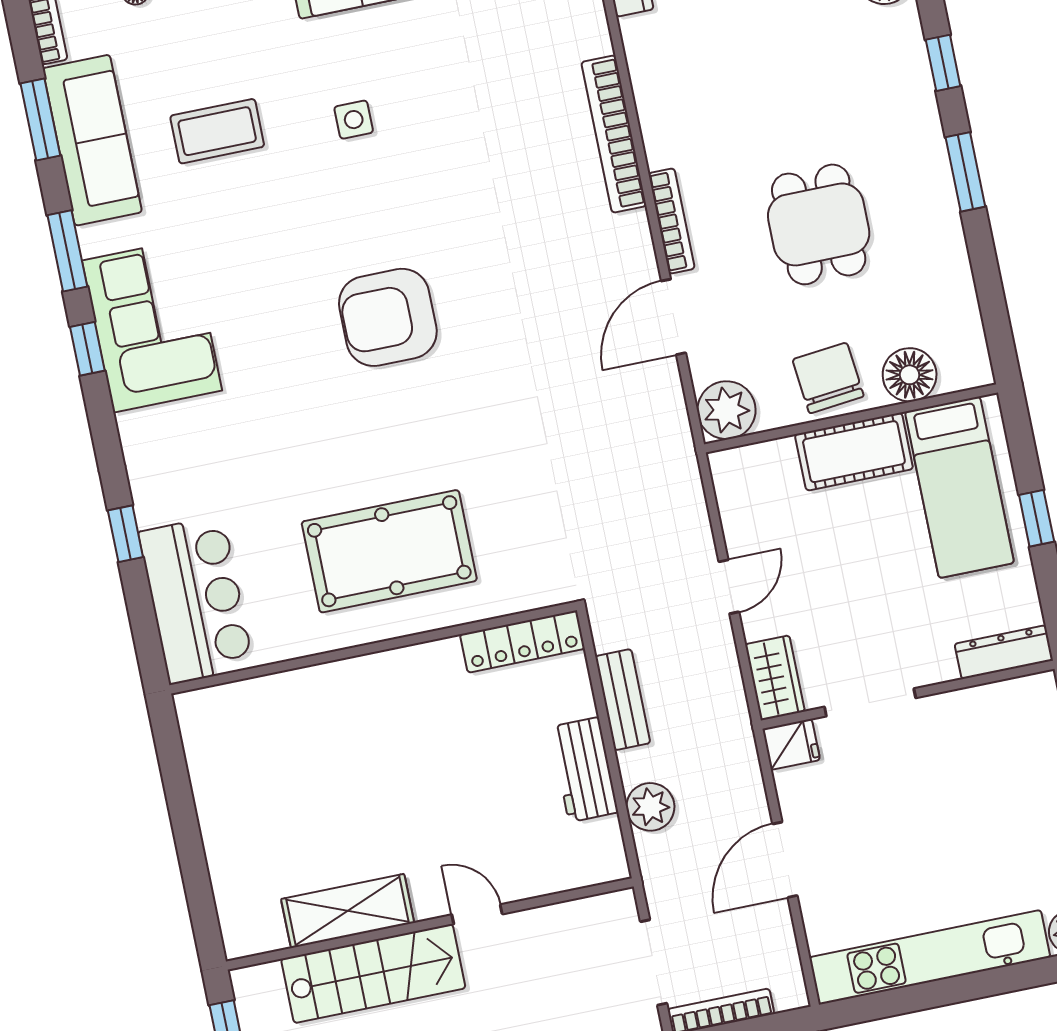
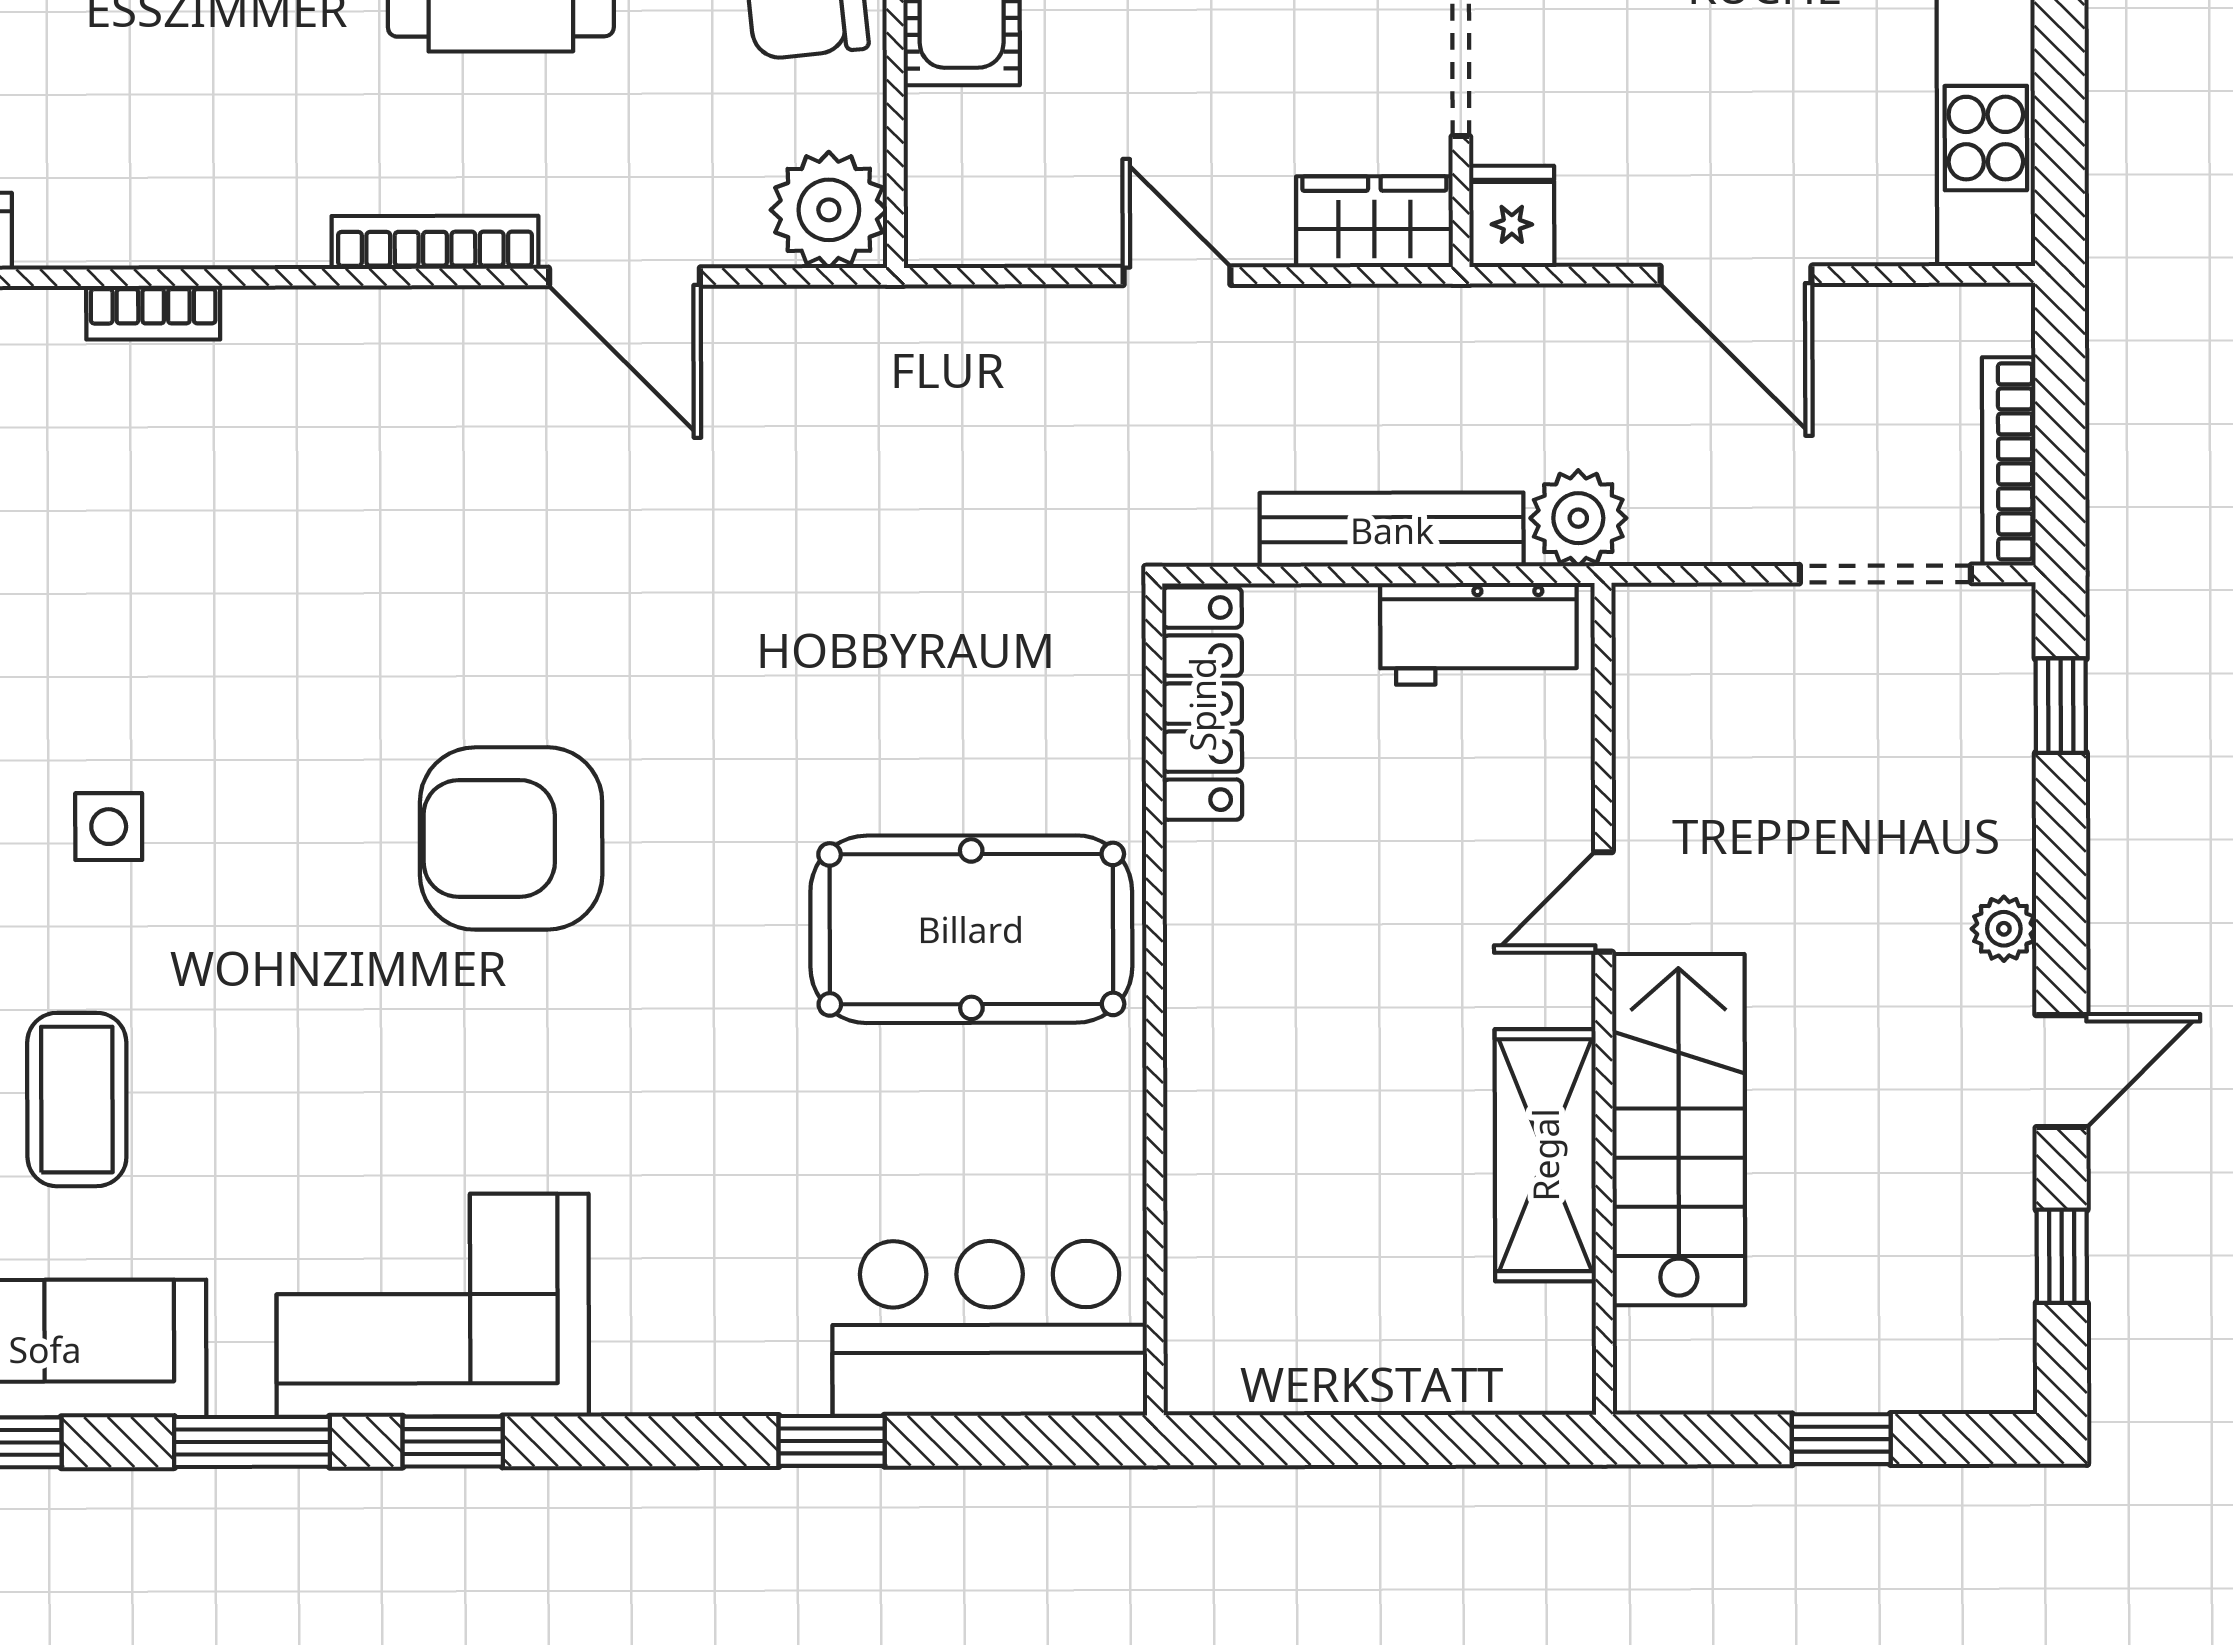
bookcase: (614, 134) -> (153, 313), width x0.43, depth x0.76
armchair: (388, 317) -> (511, 838), turned 90
pool table: (389, 551) -> (971, 929), turned 90
bench: (623, 700) -> (1392, 530), width x1.36
shelving: (348, 911) -> (1545, 1155), moved
door: (477, 914) -> (1604, 902), moved
wall: (430, 924) -> (1604, 999), moved
stairs: (373, 974) -> (1679, 1130), moved

